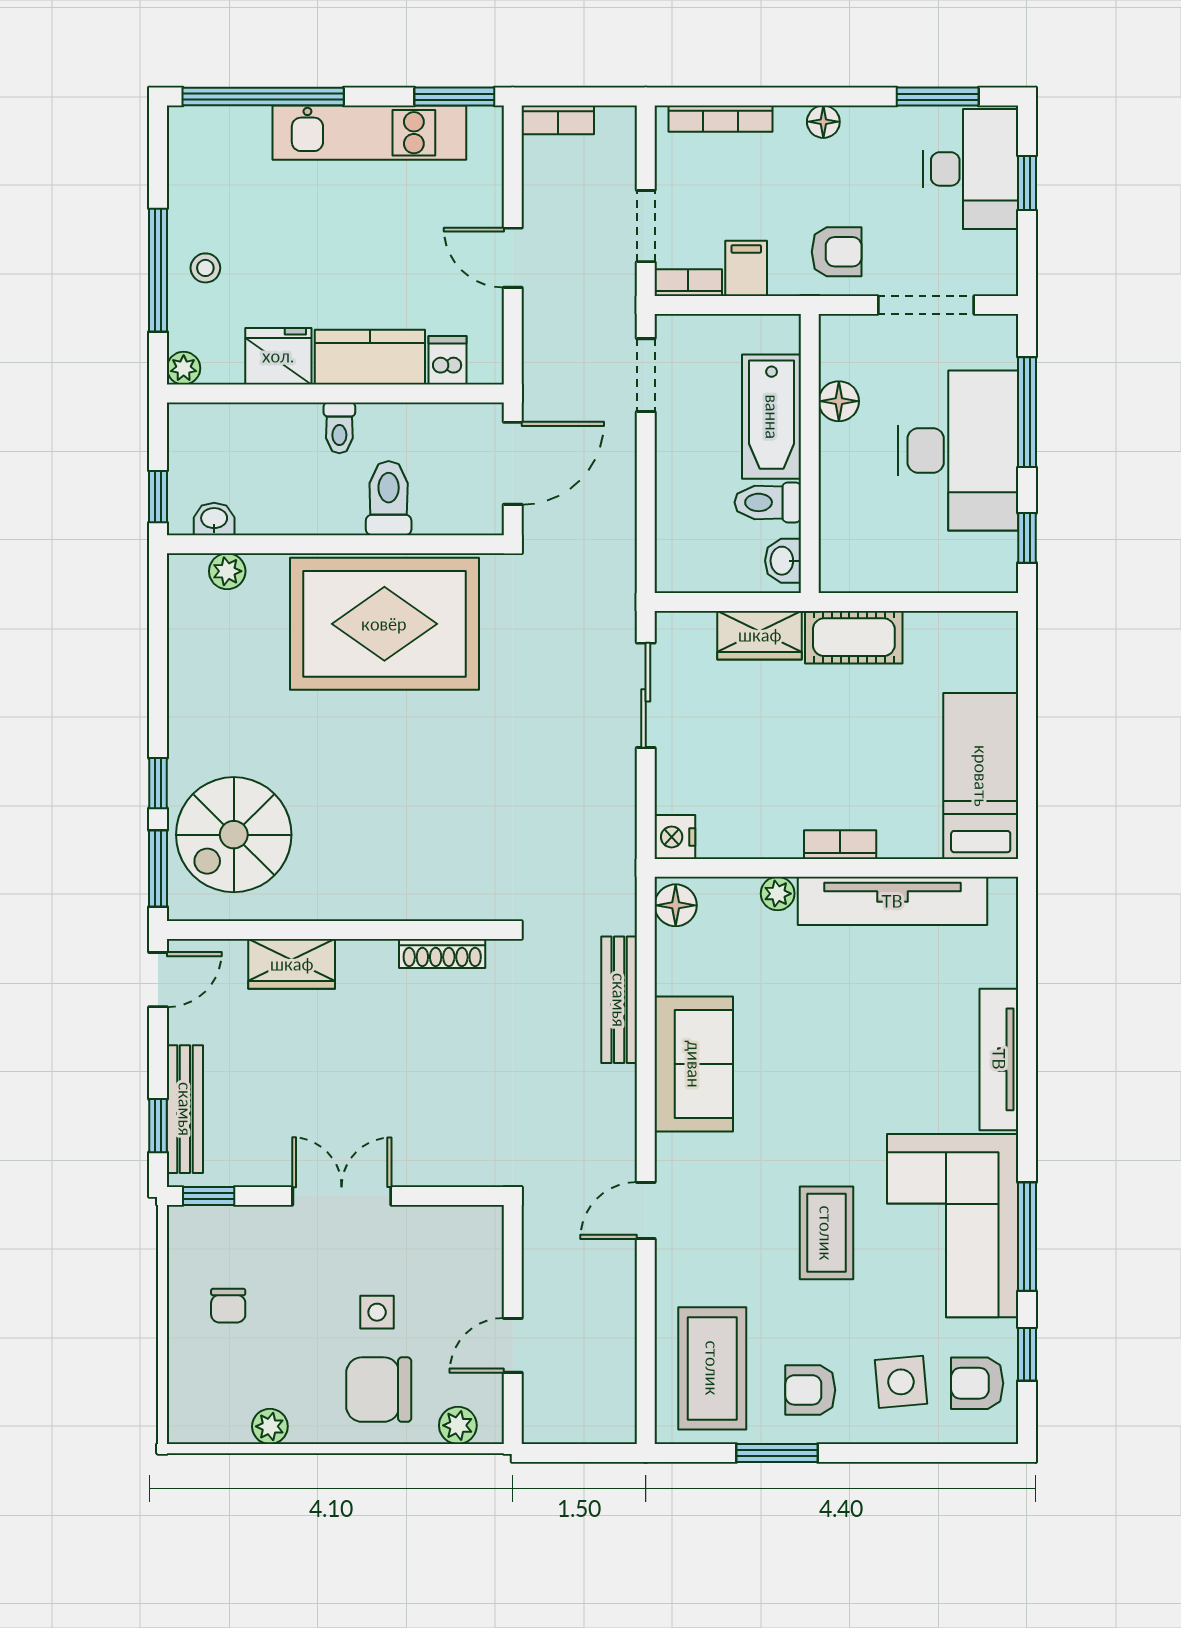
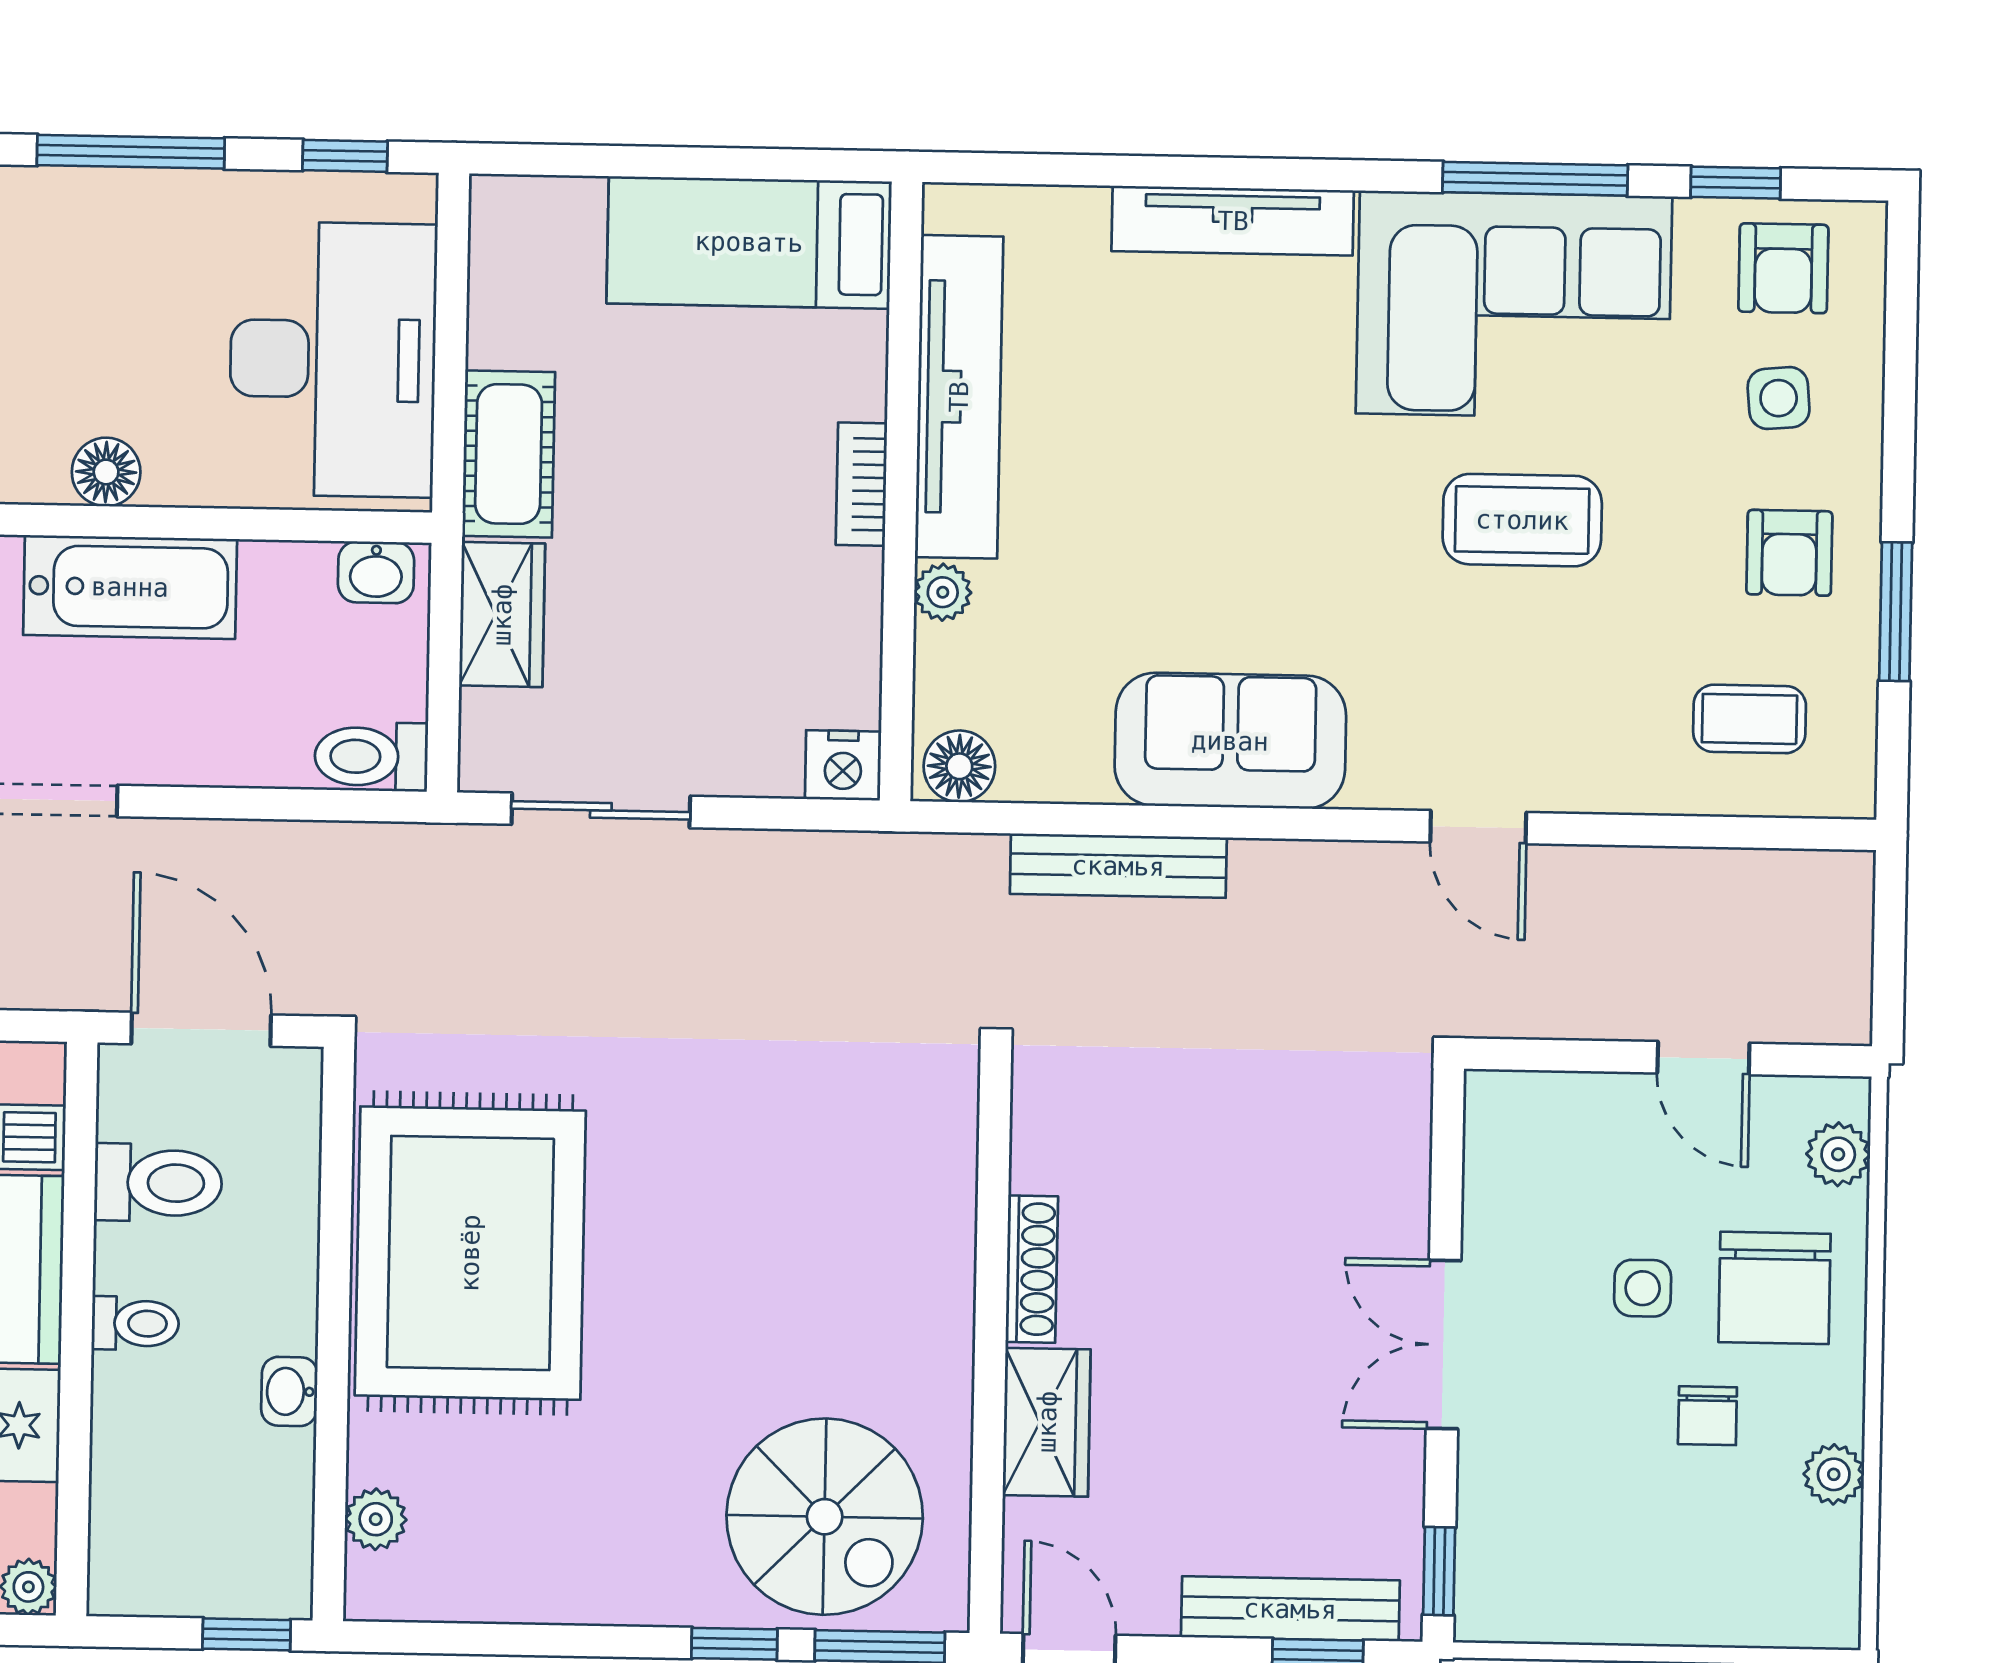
desk: (958, 450) -> (333, 359), moved, turned 90
toilet: (389, 498) -> (158, 1183), moved, turned 180
toilet: (768, 502) -> (371, 757), moved, turned 90
washbasin: (214, 519) -> (289, 1391), moved
shoe rack: (442, 953) -> (1032, 1269), moved
chair: (228, 1306) -> (1707, 1416), moved, turned 90
coffee table: (712, 1368) -> (1750, 719), width x0.54, depth x0.58
side table: (901, 1382) -> (1779, 398), width x0.73, depth x0.73

